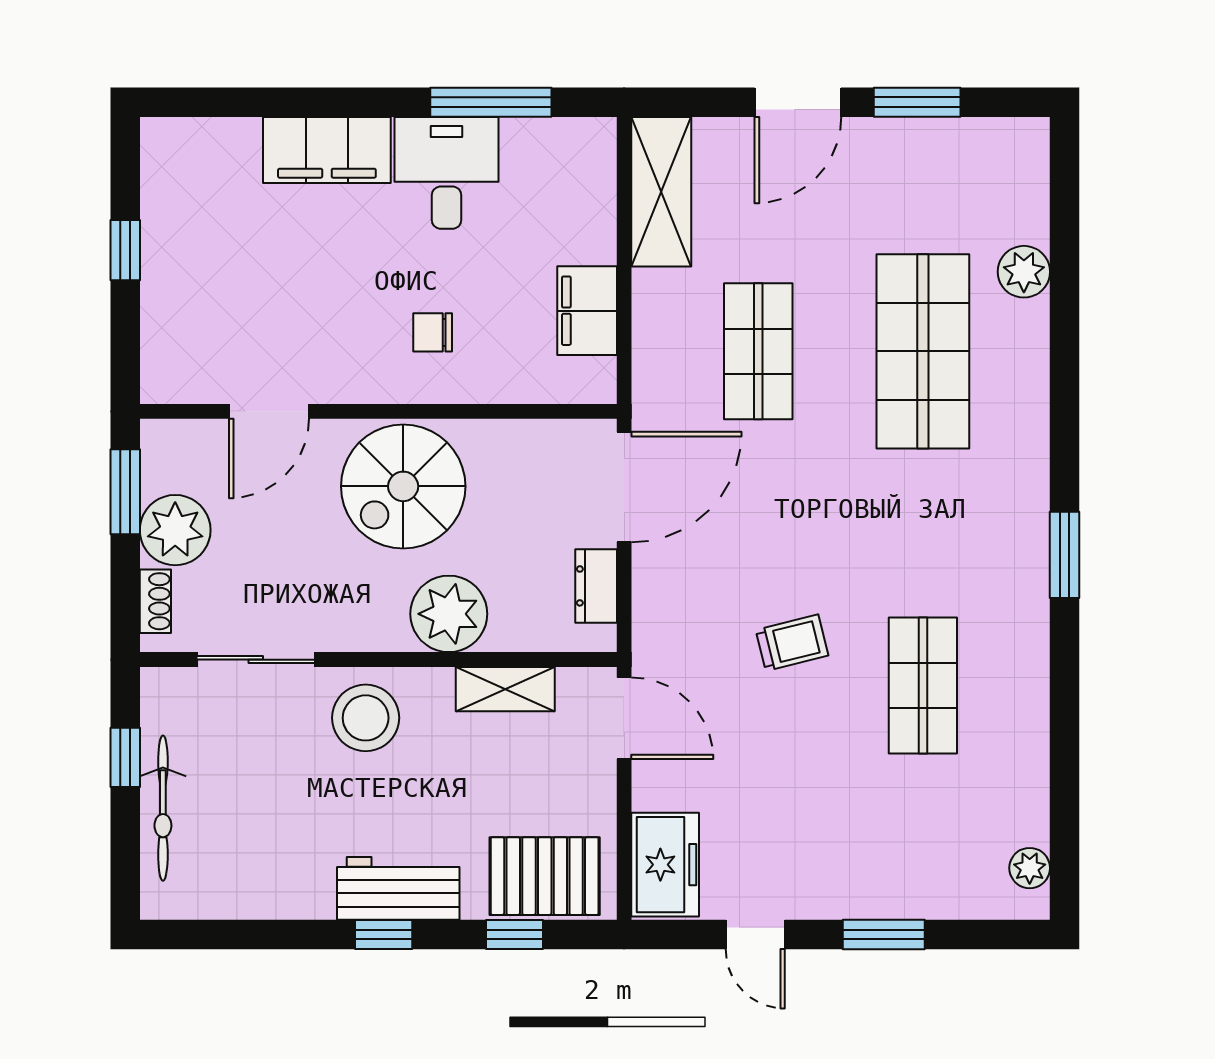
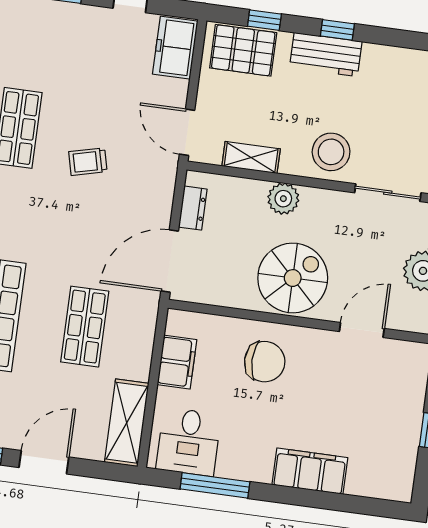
desk: (447, 173) -> (189, 442), moved
chair: (433, 332) -> (265, 362), width x1.87, depth x1.87
plant: (449, 614) -> (283, 199), width x0.73, depth x0.73

